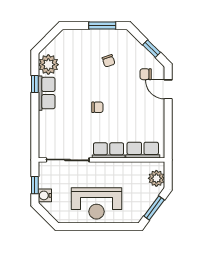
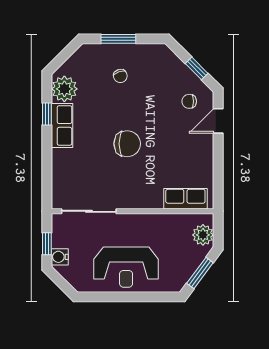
window: (102, 26) -> (118, 39), moved
chair: (109, 61) -> (120, 76), moved
door: (168, 89) -> (218, 121), hinge flipped
chair: (97, 107) -> (127, 144), width x1.87, depth x1.87
row of seats: (109, 150) -> (141, 199), removed

